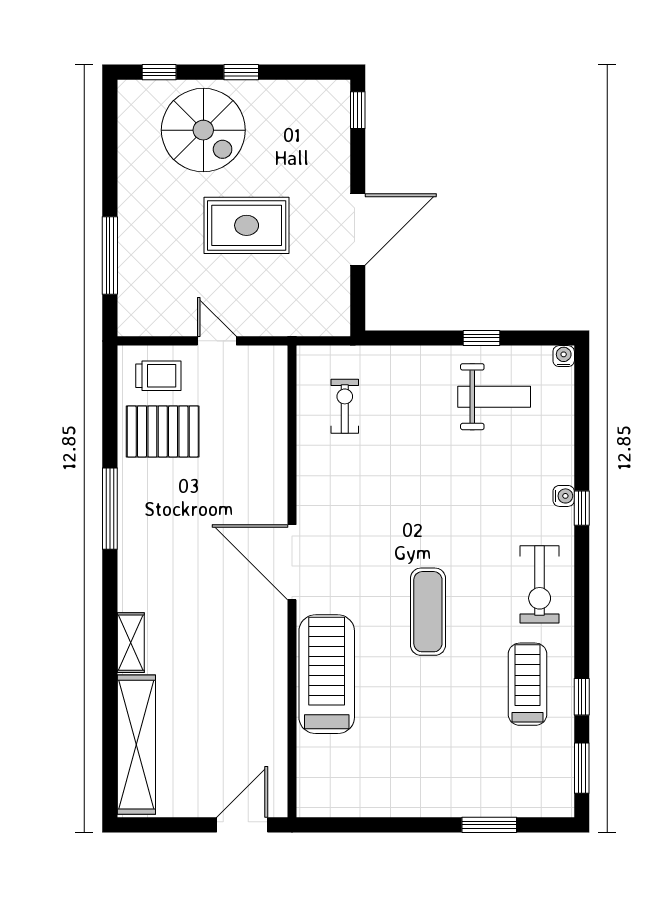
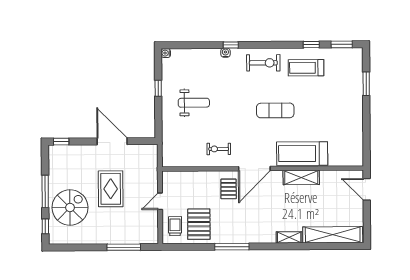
window: (241, 72) -> (45, 191), width x2.17
weight bench: (494, 397) -> (194, 103), moved, turned 90
exercise bike: (345, 406) -> (219, 149), moved
pallet: (245, 501) -> (229, 189), added
shelving: (271, 672) -> (301, 178), added

